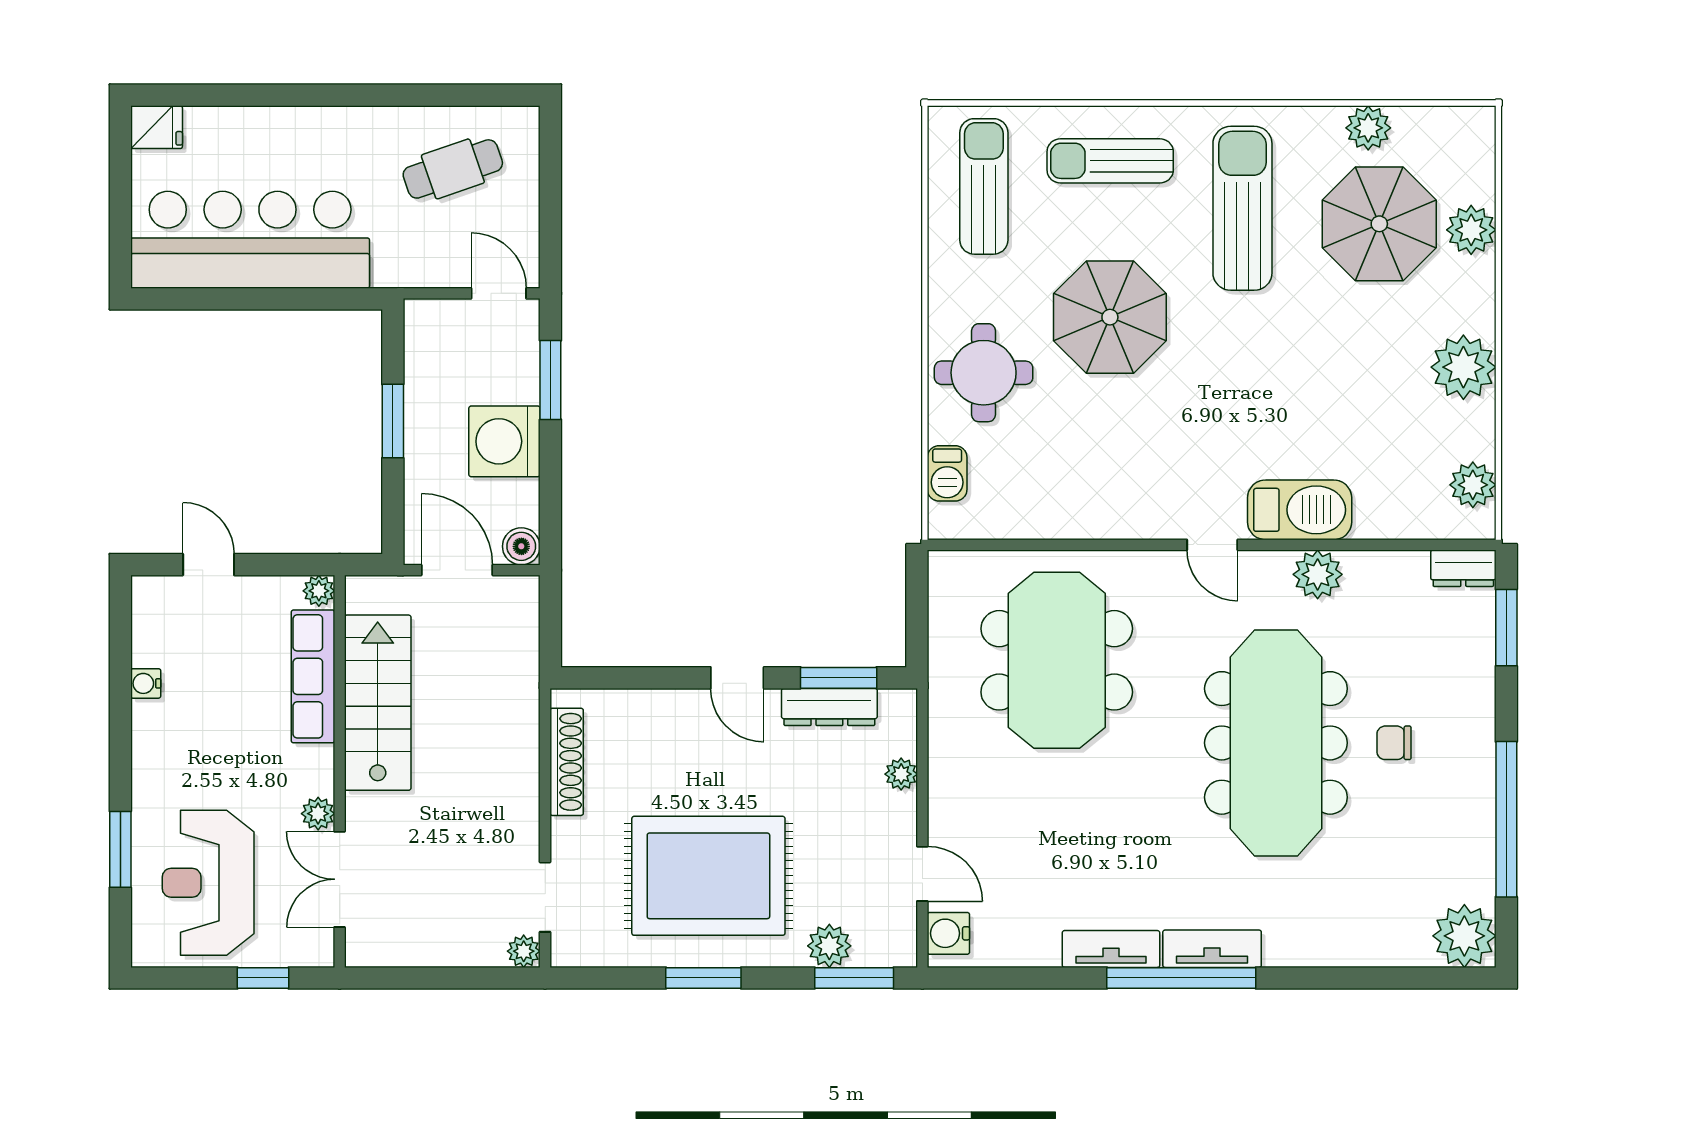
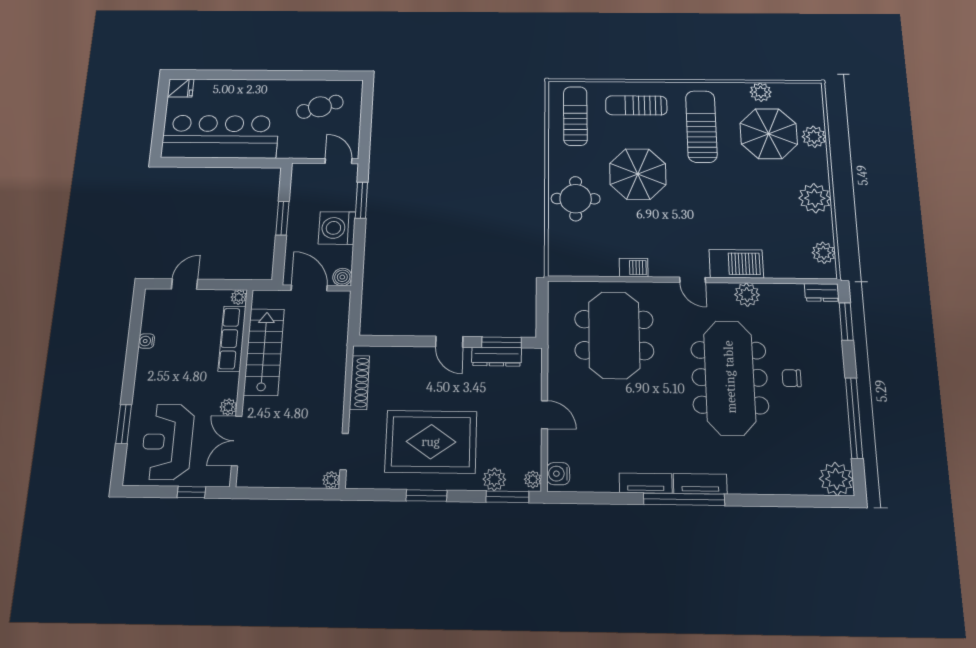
barbecue: (947, 473) -> (634, 268), moved, turned -90
door: (209, 565) -> (184, 284), hinge flipped
plant: (901, 774) -> (533, 479), moved
door: (922, 874) -> (544, 415), moved

